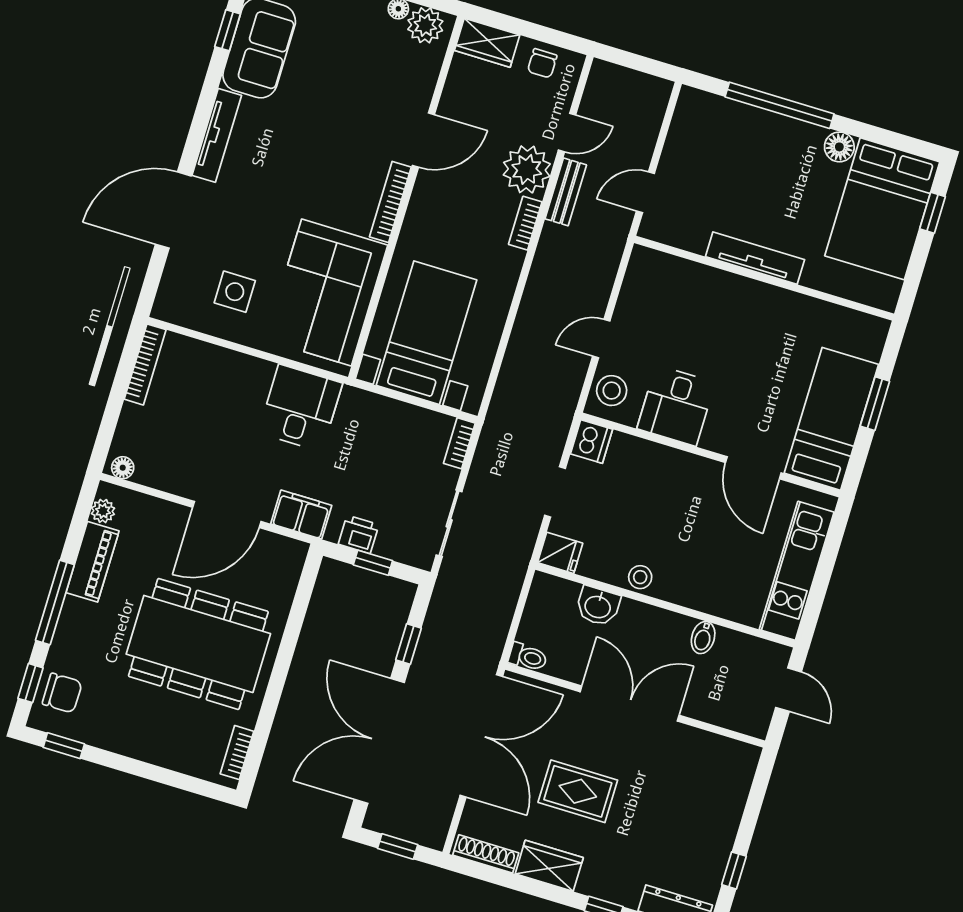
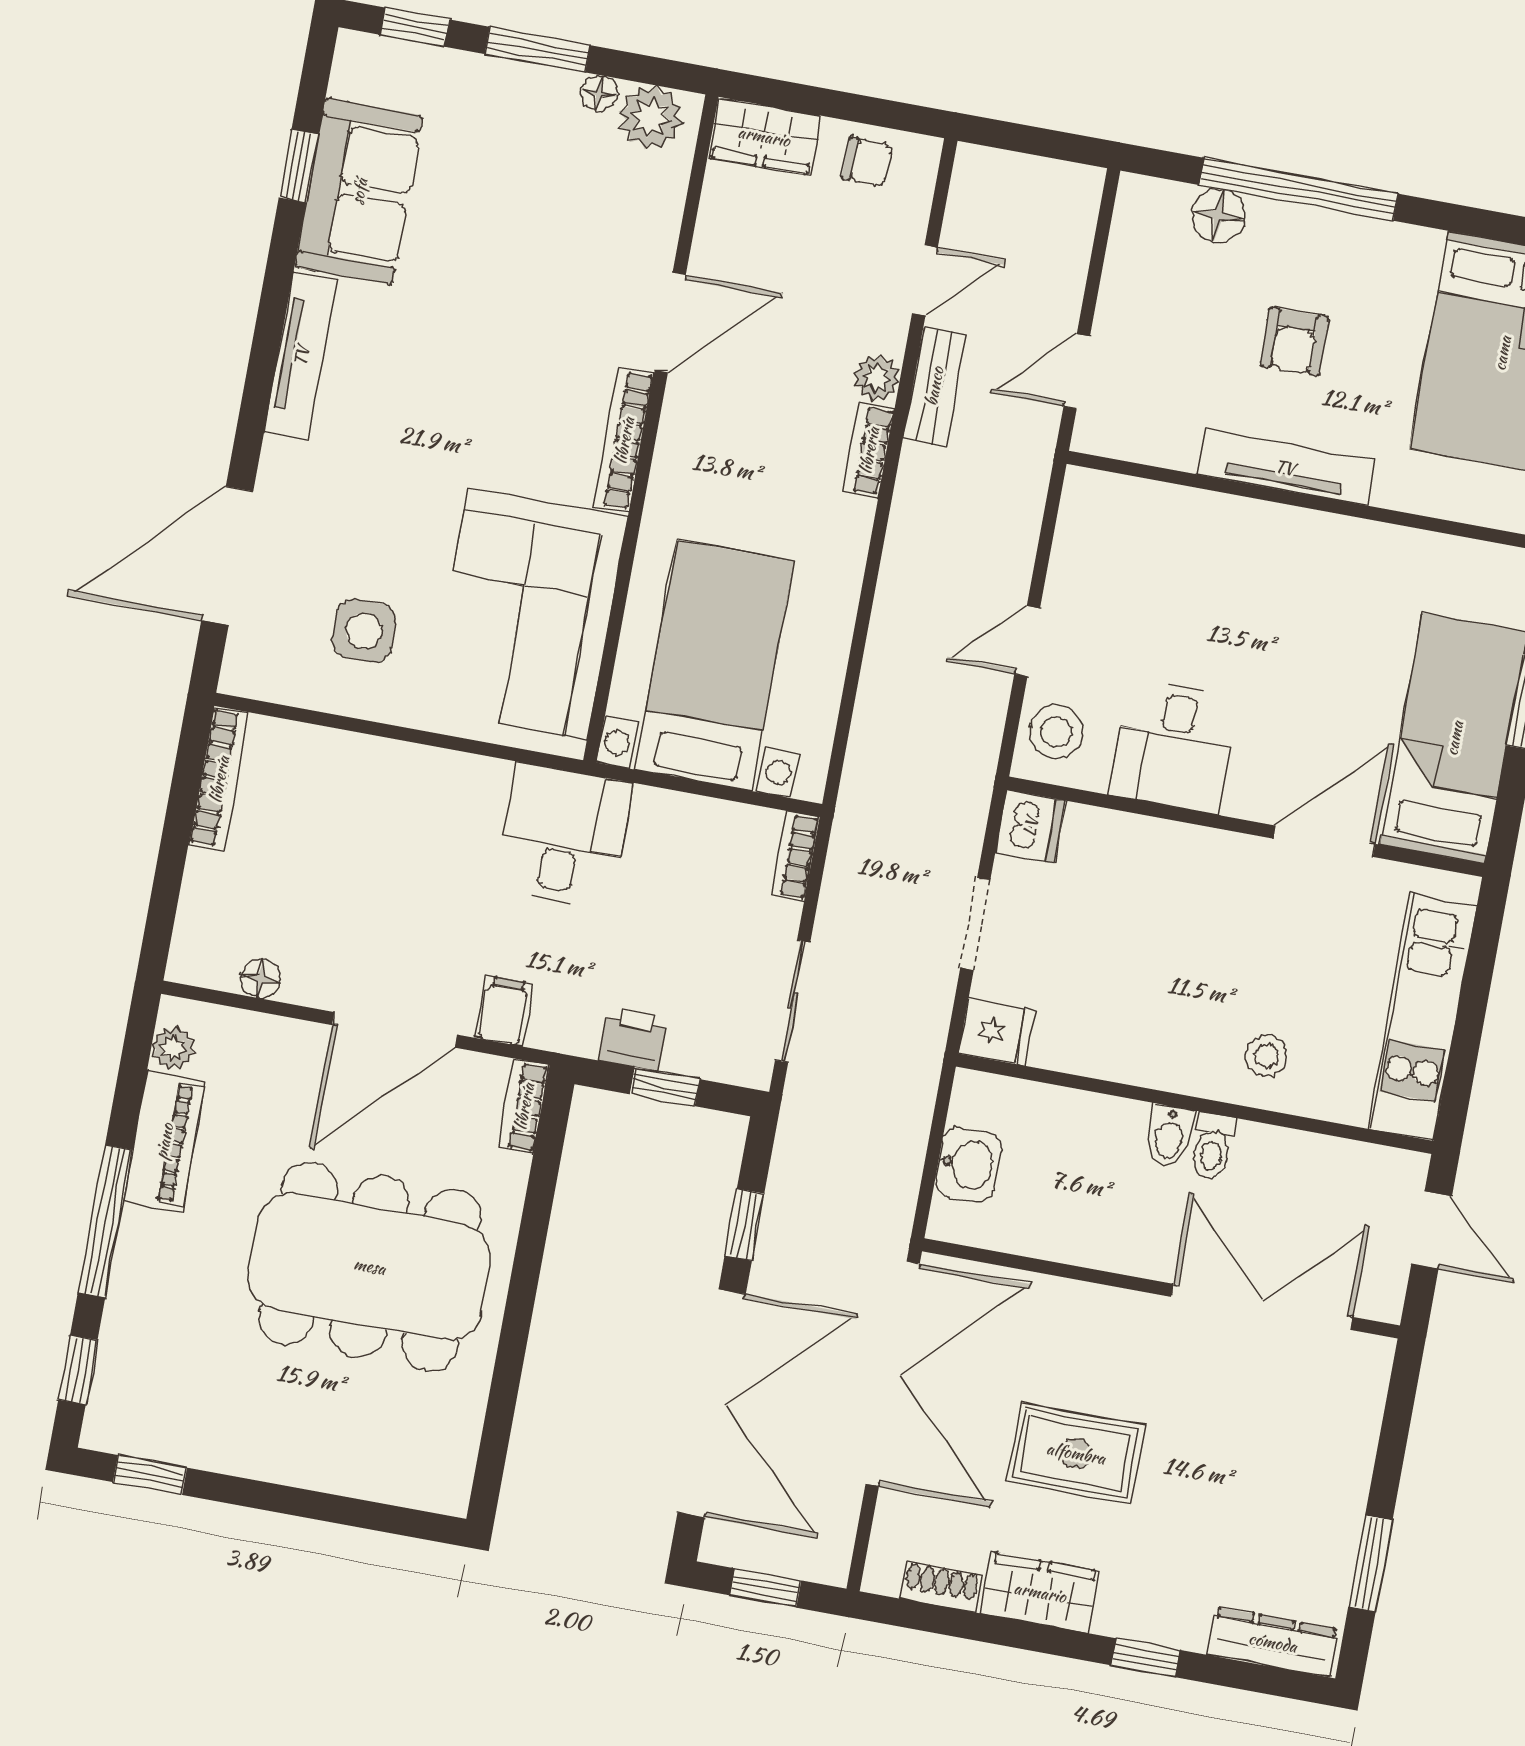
chair: (542, 63) -> (867, 162), turned -88
floor lamp: (839, 147) -> (1219, 216), moved
plant: (527, 169) -> (877, 378), width x0.53, depth x0.53
armchair: (768, 189) -> (1294, 342), added
door: (173, 210) -> (227, 556), moved
desk: (300, 408) -> (563, 836), moved
floor lamp: (123, 468) -> (261, 978), moved
door: (753, 468) -> (1324, 841), swing flipped
filing cabinet: (301, 515) -> (504, 1011), width x0.50
stool: (640, 577) -> (1266, 1056), moved
washbasin: (598, 606) -> (968, 1165), moved, turned -90
bidet: (703, 638) -> (1169, 1136), moved
toilet: (528, 657) -> (1212, 1147), moved, turned 90
chair: (62, 693) -> (136, 1381), removed
double door: (630, 704) -> (1262, 1307), moved
double door: (379, 741) -> (712, 1403), swing flipped
bookcase: (237, 753) -> (524, 1106), moved
shoe rack: (486, 854) -> (941, 1587), width x0.70
window: (734, 870) -> (1370, 1563), width x1.50

